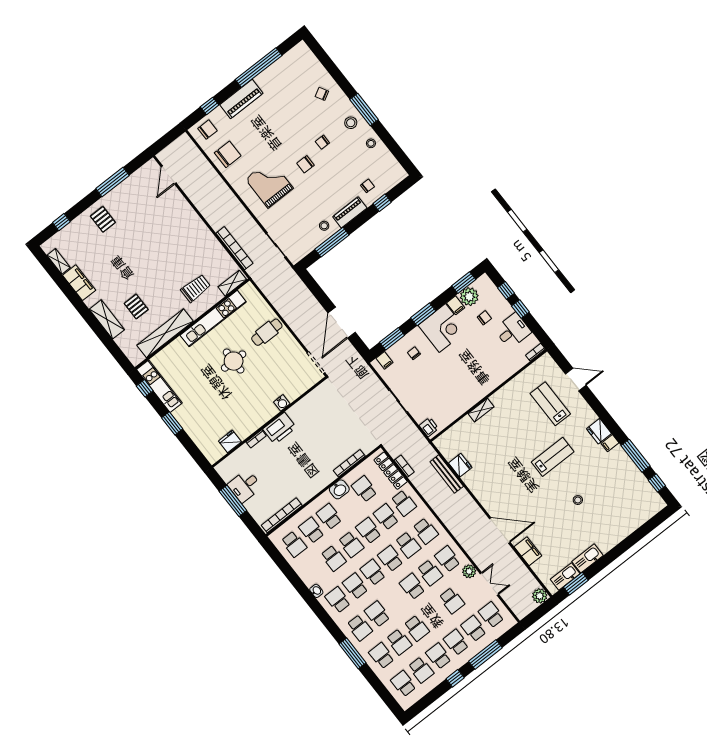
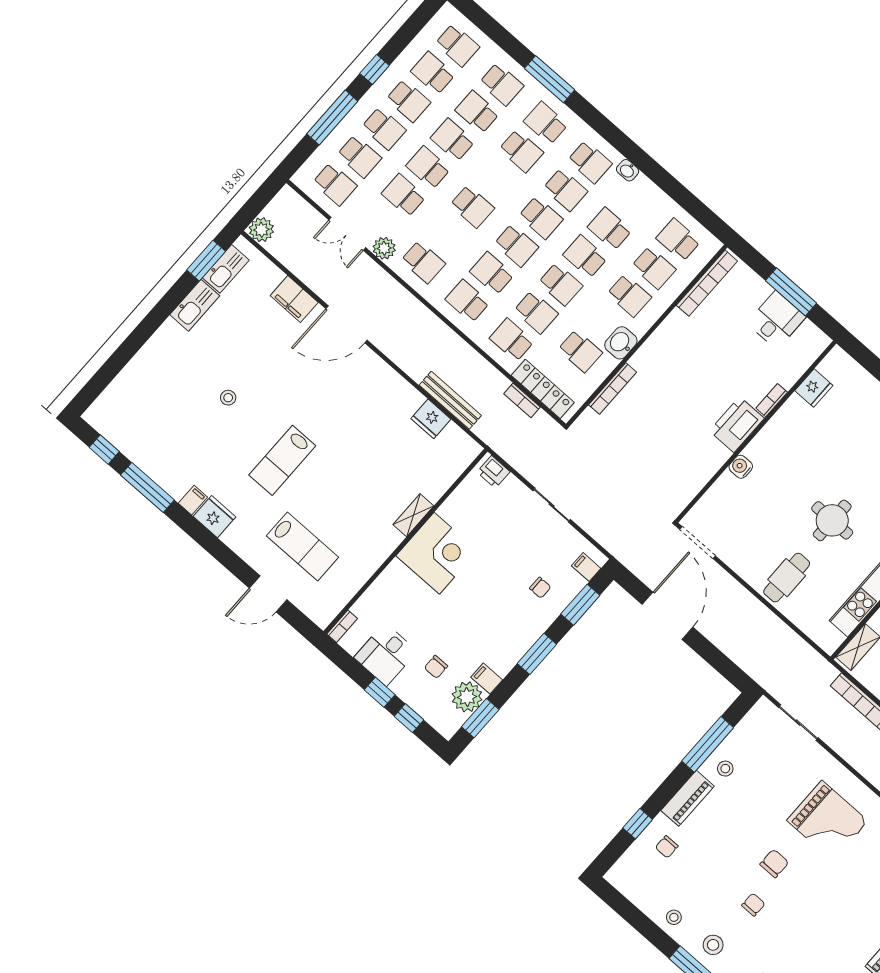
corner desk: (442, 328) -> (437, 553), moved, turned 180
school desk: (430, 573) -> (428, 168), moved

